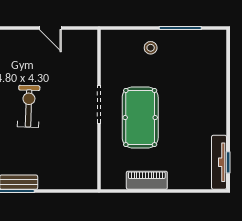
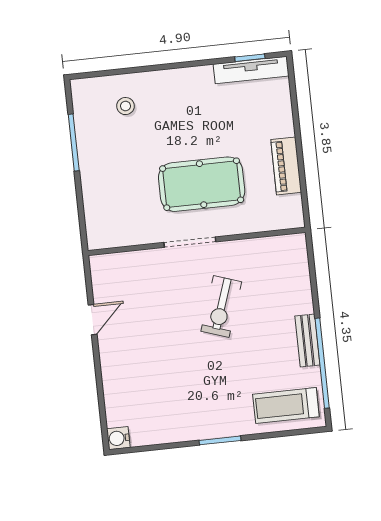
stool: (151, 48) -> (125, 106), moved
exercise bike: (29, 106) -> (221, 307), moved, turned -73

